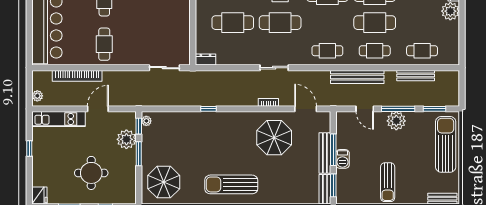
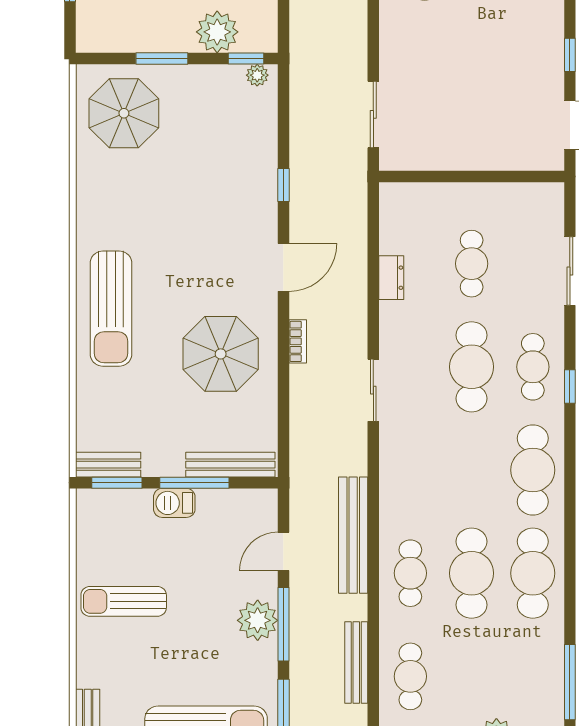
cafe table: (233, 23) -> (472, 264), width x0.73, depth x0.74
cafe table: (327, 51) -> (410, 470), removed
dresser: (205, 59) -> (391, 278), moved
sliding door: (274, 68) -> (373, 390), moved
window: (209, 109) -> (283, 185), moved
door: (306, 109) -> (283, 267), moved
bench: (325, 153) -> (230, 465), moved
window: (139, 154) -> (162, 59), moved
sun lounger: (231, 184) -> (111, 309), moved, turned 180

